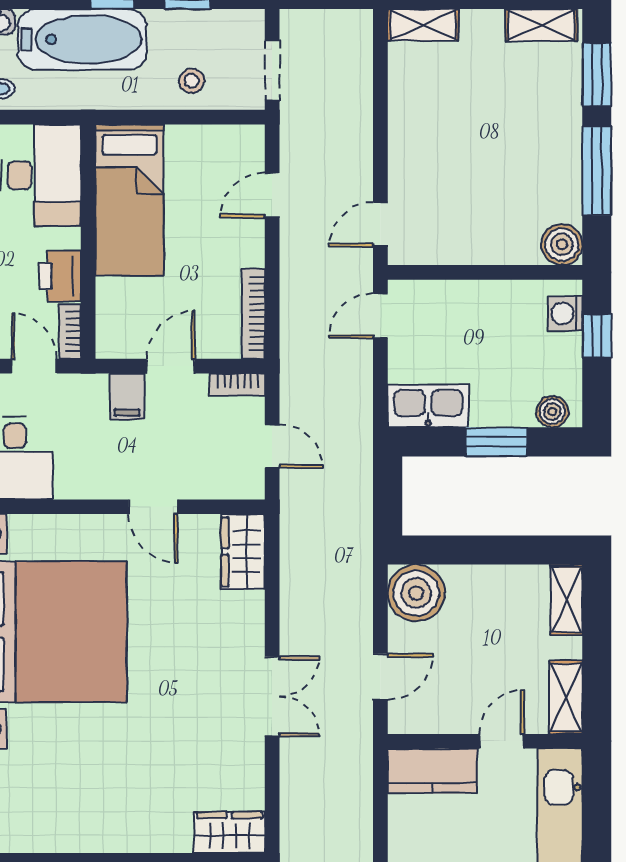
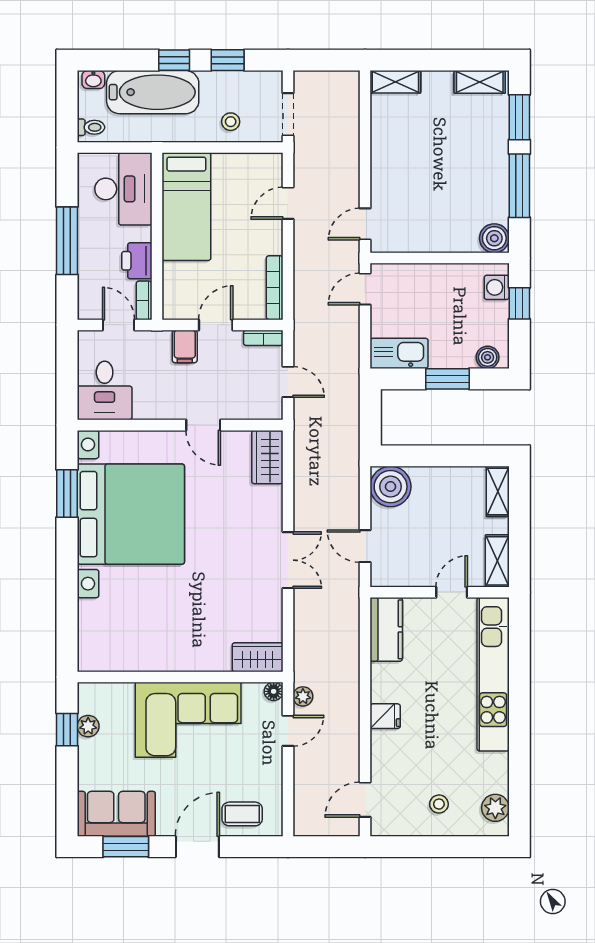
door: (380, 677) -> (365, 546), swing flipped
kitchen counter: (433, 771) -> (386, 629), moved, turned -90

